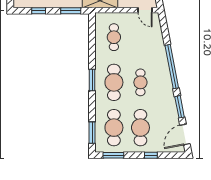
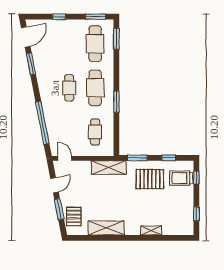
window: (172, 67) -> (42, 123), moved
window: (92, 80) -> (116, 102), moved
cafe table: (140, 128) -> (69, 44), removed

